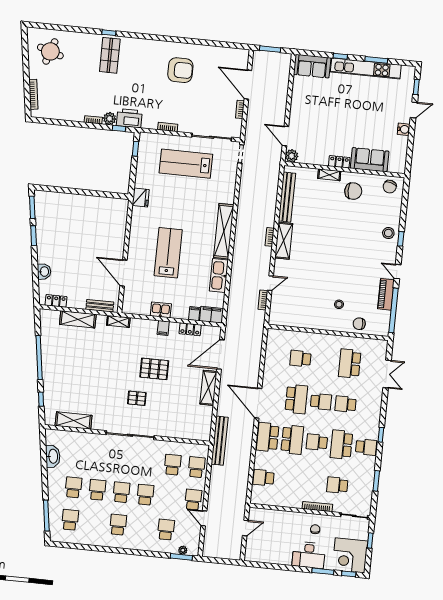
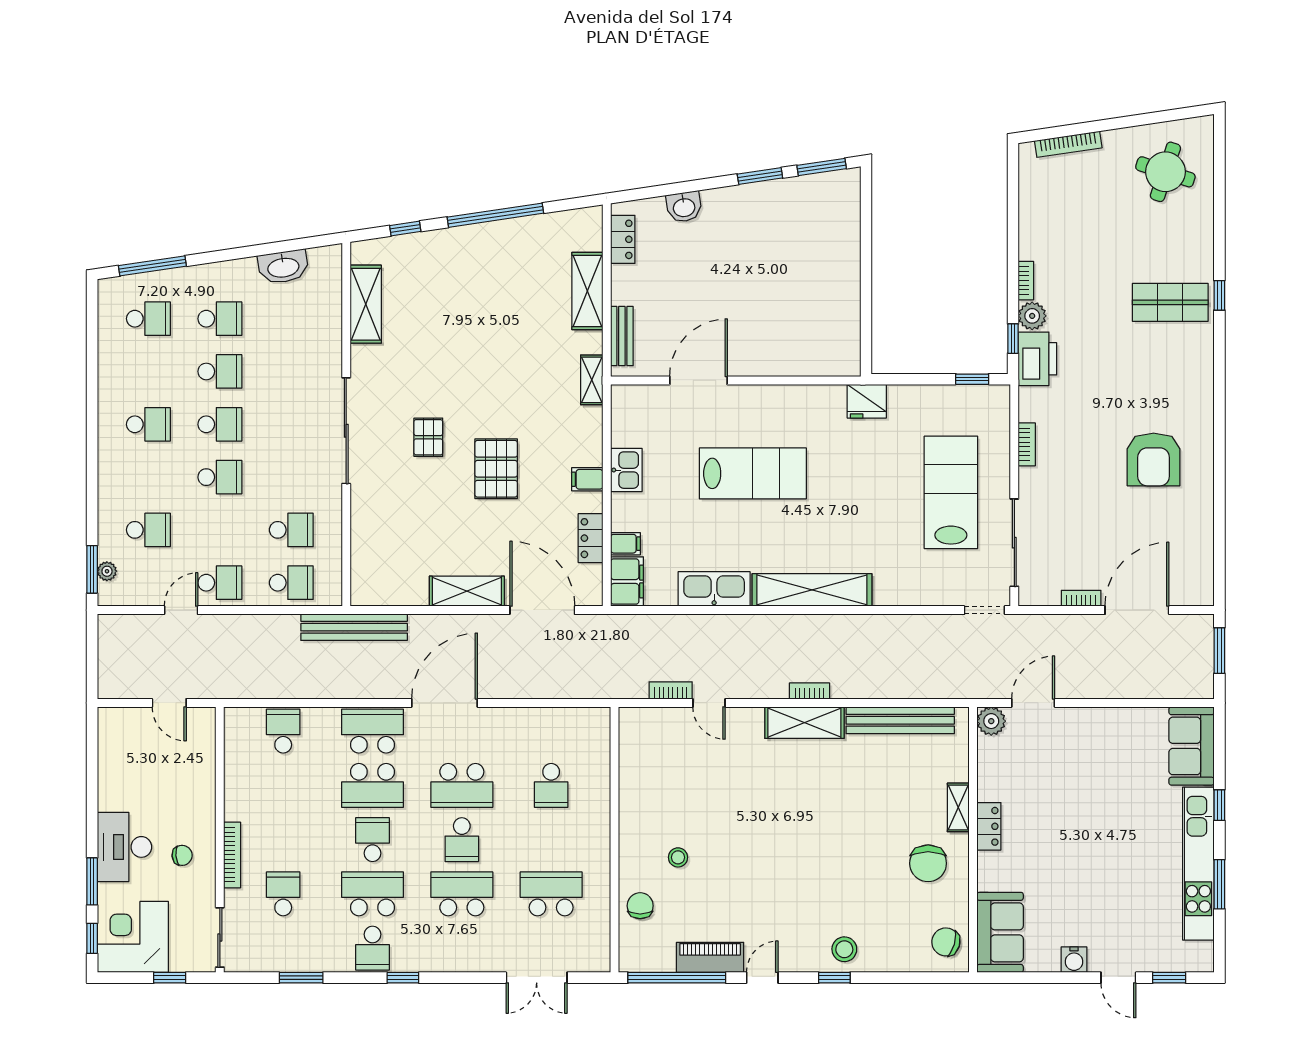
sofa: (370, 160) -> (1000, 932), moved
school desk: (300, 359) -> (551, 785), turned 180
school desk: (346, 404) -> (462, 894), width x1.85

